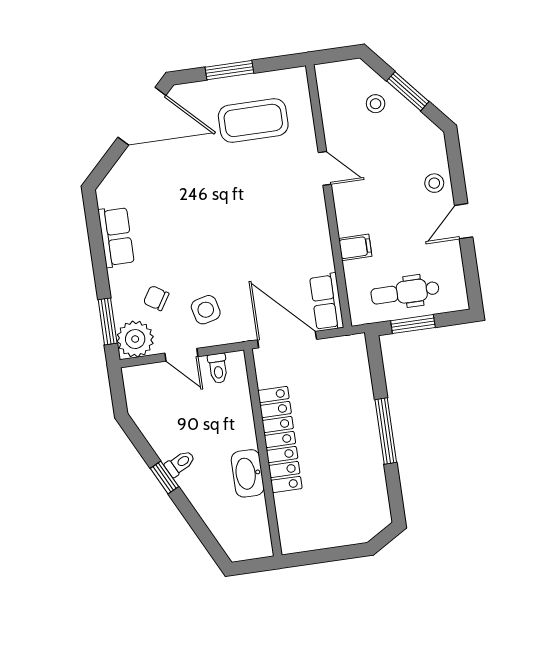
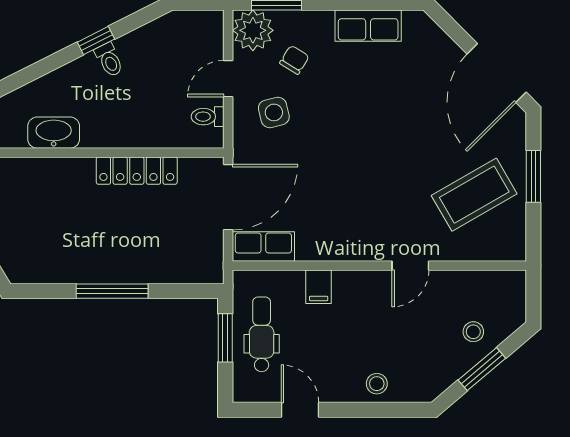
coffee table: (253, 120) -> (474, 195), turned 60
door: (464, 221) -> (300, 410), moved
locker: (280, 439) -> (137, 171), width x0.71, depth x0.83
washbasin: (248, 473) -> (54, 133), moved

